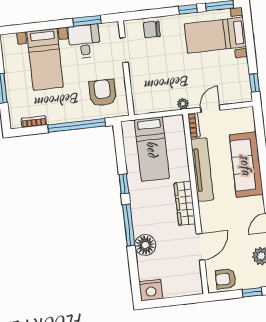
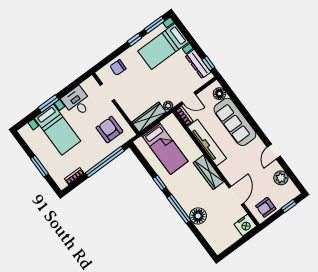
window: (87, 21) -> (48, 104), moved
dresser: (243, 77) -> (198, 64), added
wardrobe: (154, 104) -> (149, 117), added
door: (210, 109) -> (189, 98), swing flipped
floor lamp: (247, 123) -> (219, 94), added
nightstand: (151, 290) -> (245, 225), moved

